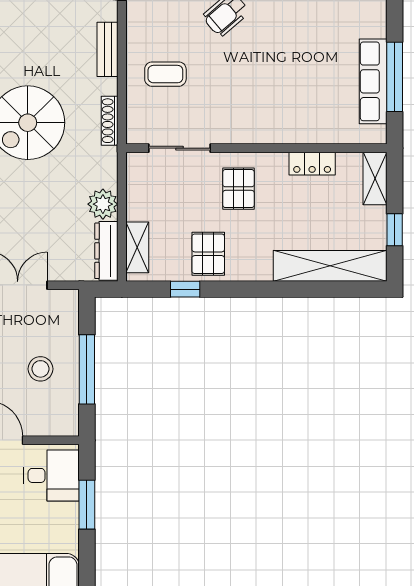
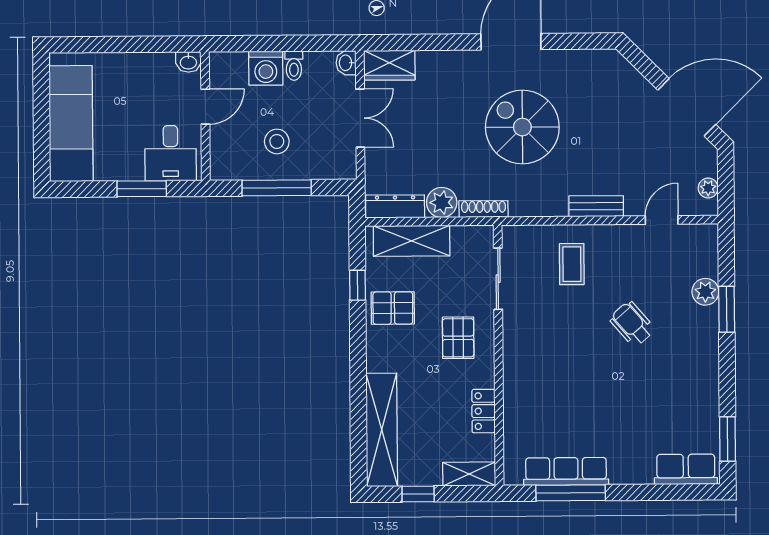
shoe rack: (110, 121) -> (483, 209), moved
pallet: (238, 189) -> (458, 338), turned 90
shelving: (137, 247) -> (412, 241), width x1.50, depth x1.33

